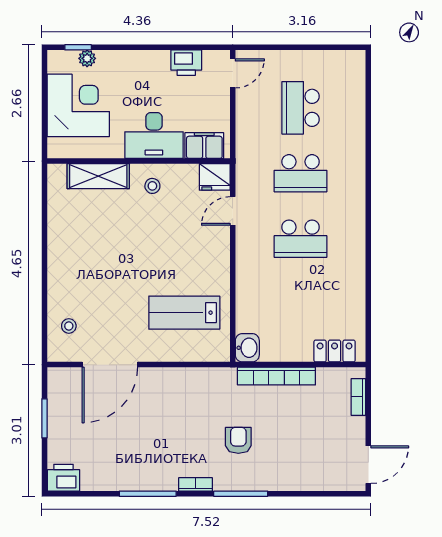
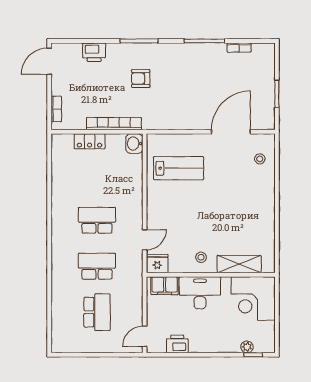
corner desk: (78, 105) -> (253, 298), moved
locker: (335, 351) -> (90, 141), moved
armchair: (238, 440) -> (141, 78), turned 90
printer: (63, 478) -> (94, 52), moved
bookcase: (196, 484) -> (239, 48), moved

